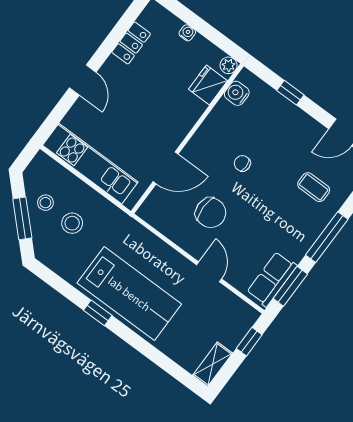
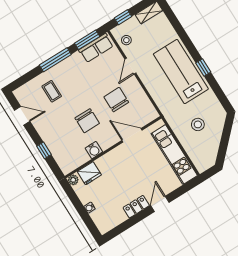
locker: (131, 43) -> (136, 207), moved
water cooler: (237, 93) -> (94, 150), moved
chair: (242, 163) -> (87, 121), width x1.87, depth x1.87
stool: (45, 203) -> (126, 40), moved
window: (22, 218) -> (225, 138), removed

